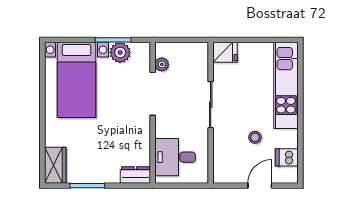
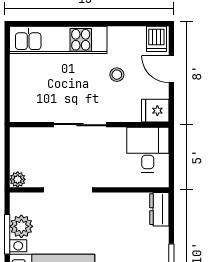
fridge: (225, 52) -> (155, 111), moved, turned -90
plant: (162, 64) -> (18, 179), moved
desk: (175, 157) -> (148, 150), moved, turned 180
dishwasher: (287, 157) -> (156, 39), moved

